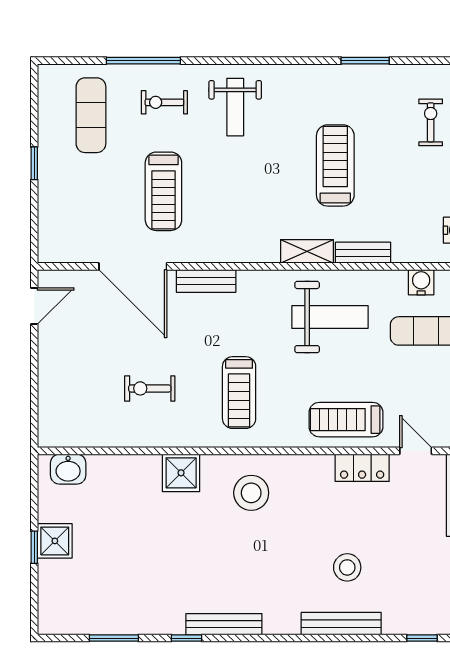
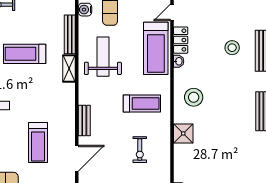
treadmill: (163, 191) -> (38, 142), turned 90
bench: (363, 253) -> (70, 34), width x1.36
door: (133, 266) -> (77, 158), width x0.73
treadmill: (346, 420) -> (156, 48), width x1.37, depth x1.38
washbasin: (321, 464) -> (179, 61), added

